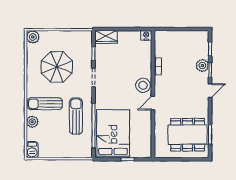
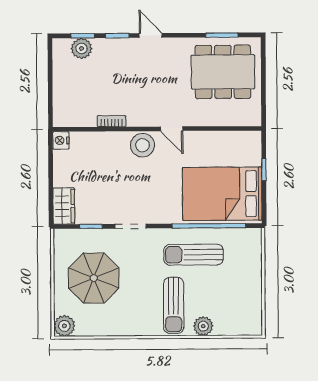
plant: (202, 66) -> (81, 48), moved
parasol: (57, 67) -> (94, 278), moved
dining table: (188, 135) -> (223, 72), turned 90
barbecue: (32, 150) -> (249, 326), removed

